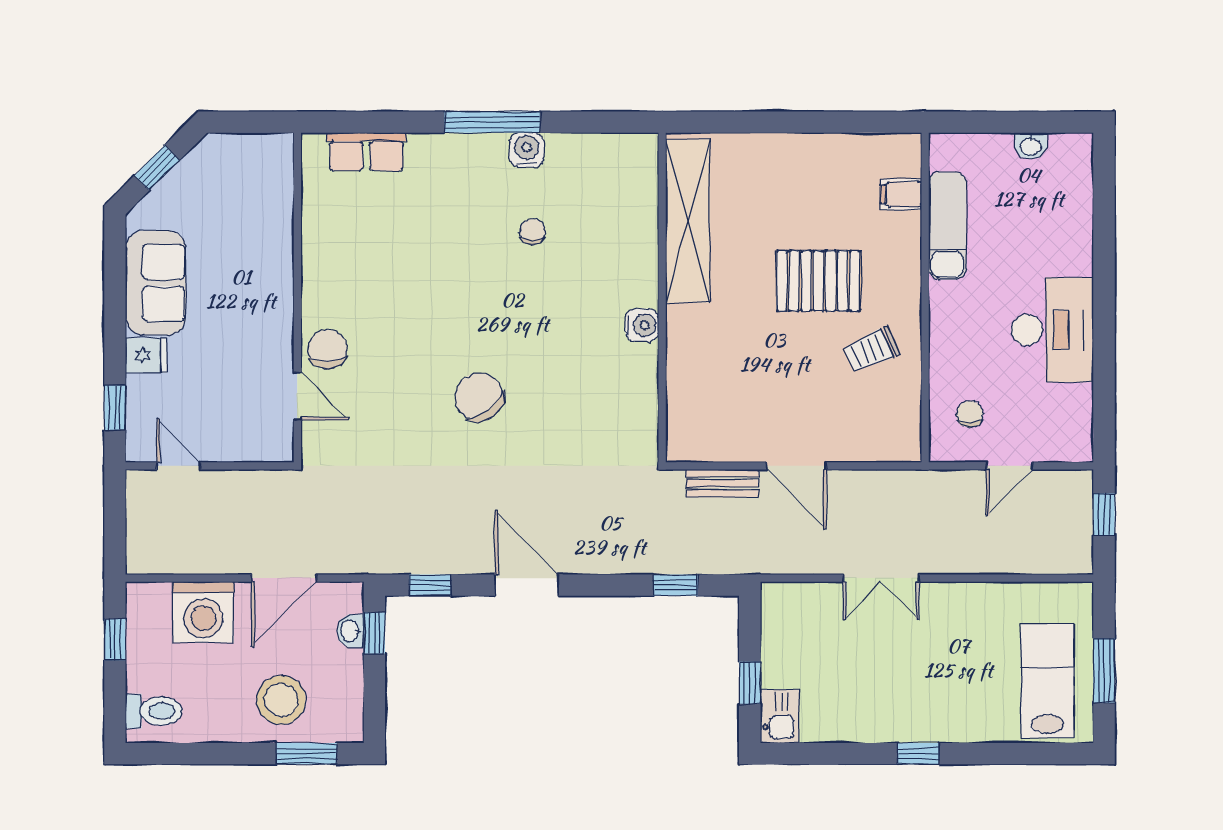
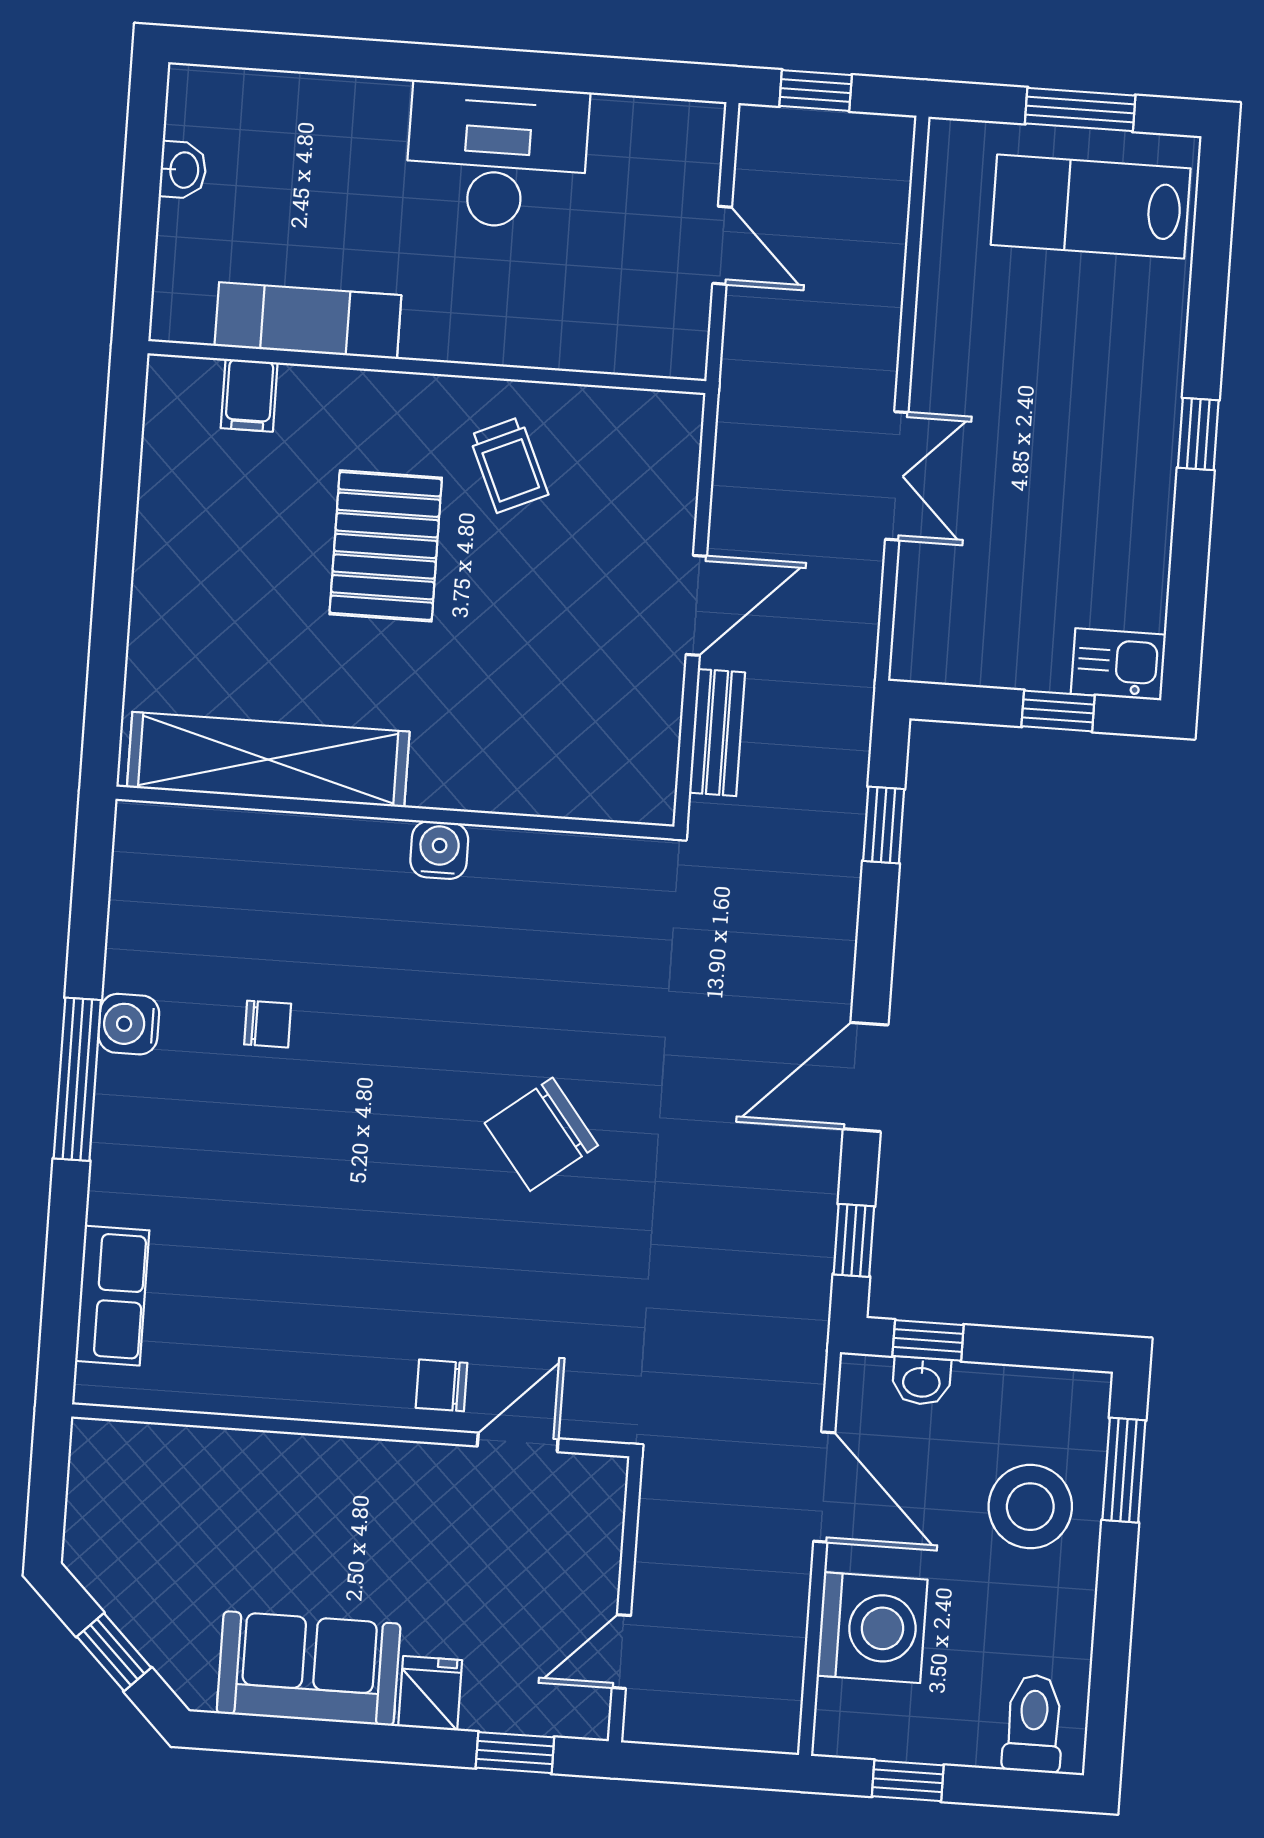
chair: (532, 232) -> (268, 1024), turned 180
chair: (328, 349) -> (442, 1385), width x0.73, depth x0.73
chair: (970, 414) -> (630, 306), removed

